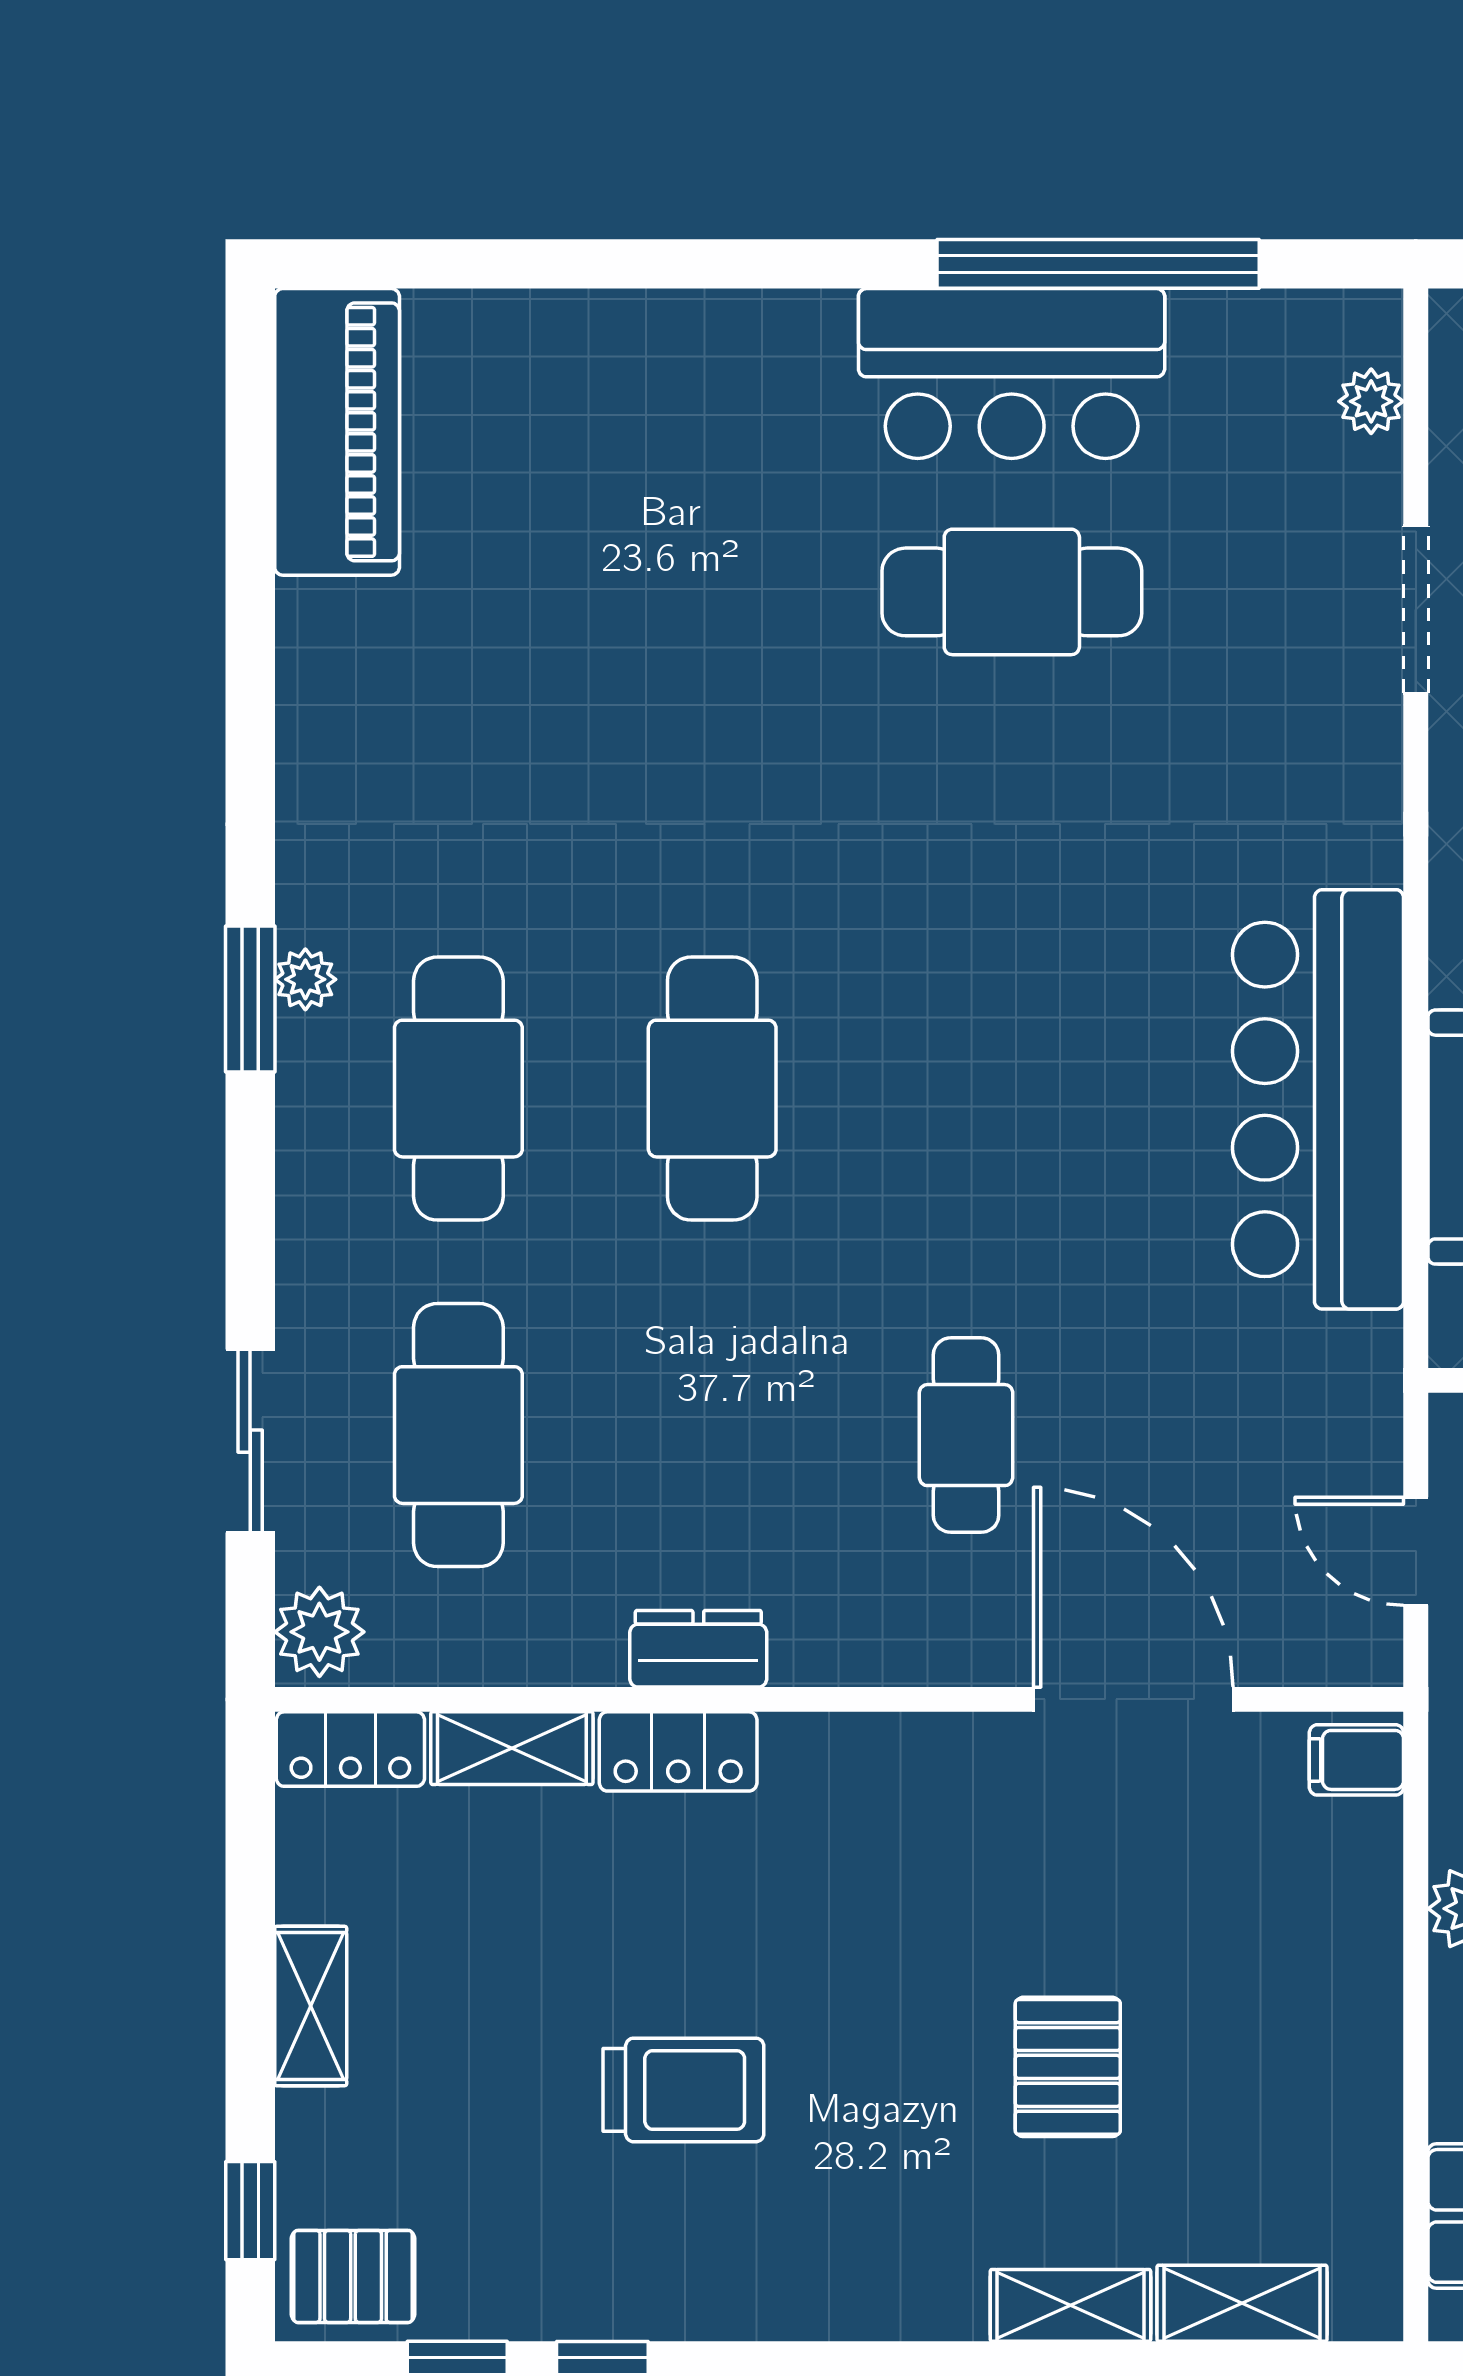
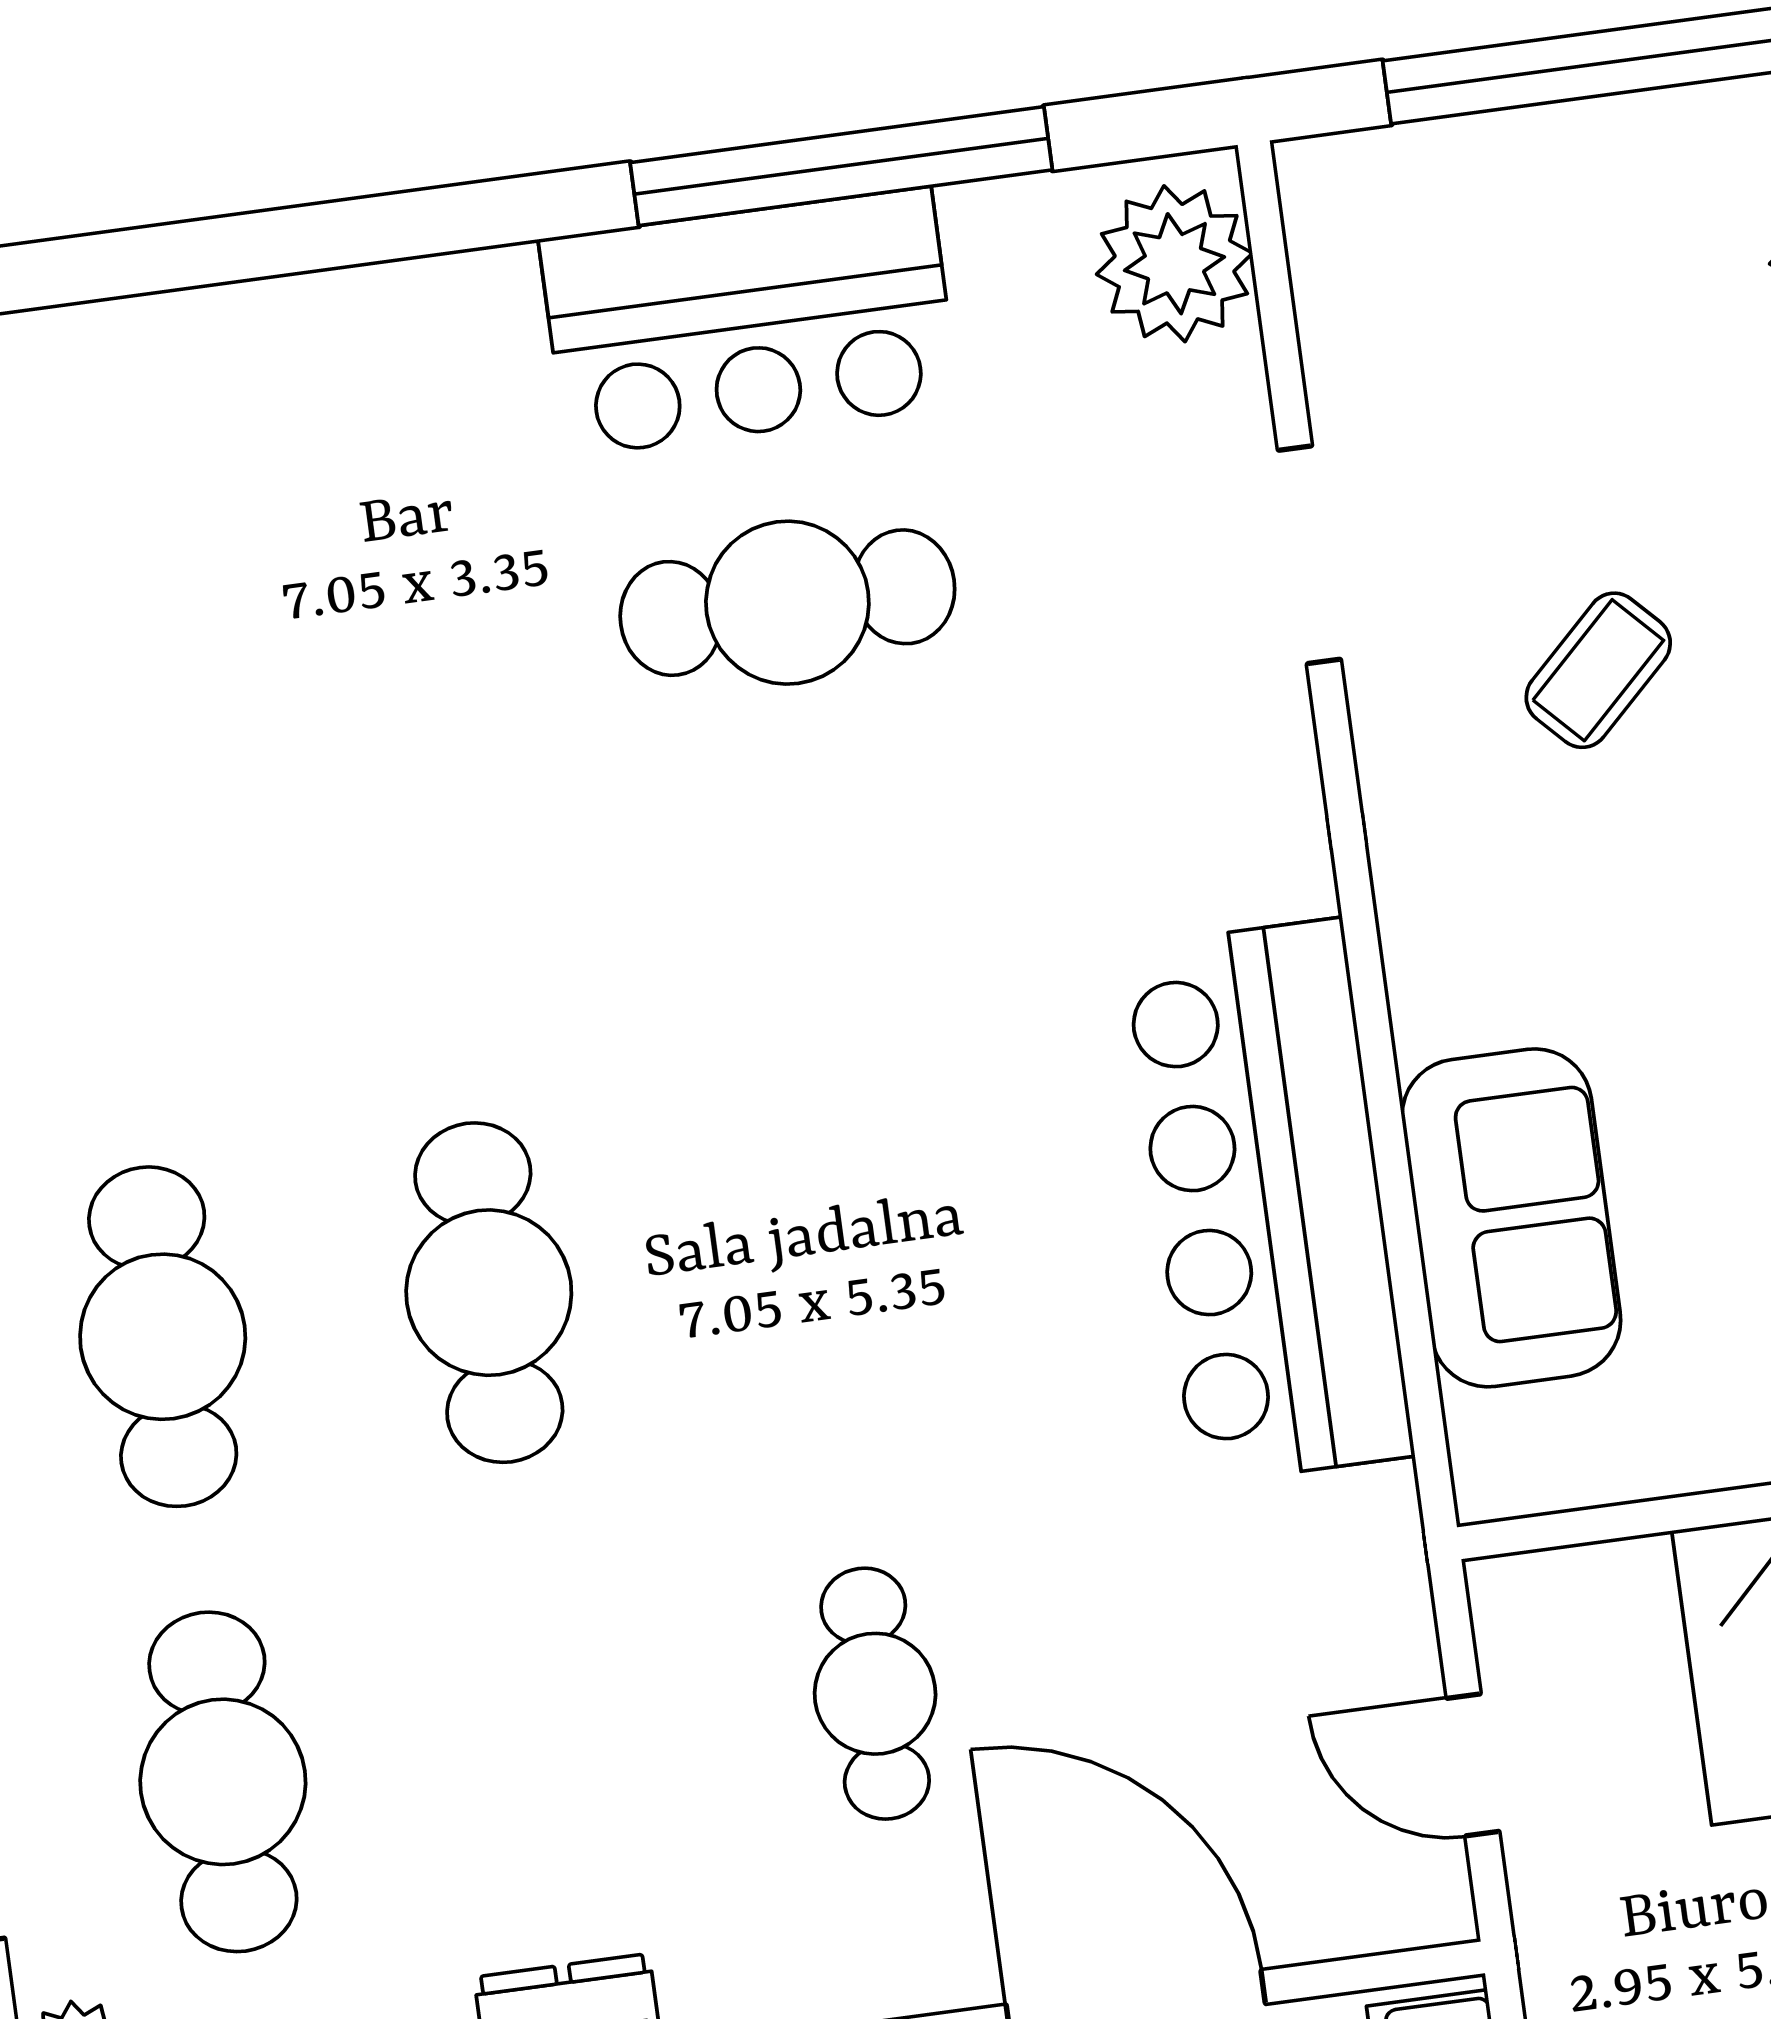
plant: (1371, 401) -> (1174, 264), width x1.87, depth x1.87

